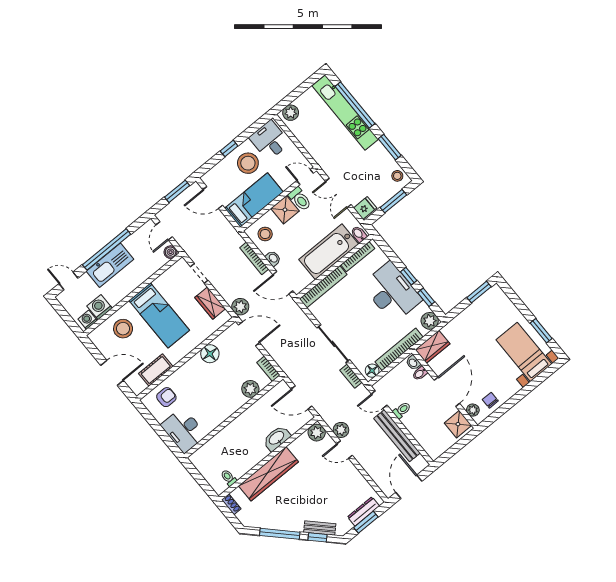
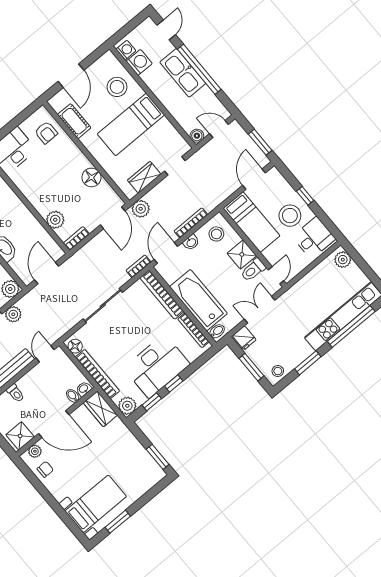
bookcase: (351, 376) -> (138, 266), moved
toilet: (402, 410) -> (15, 393), moved

